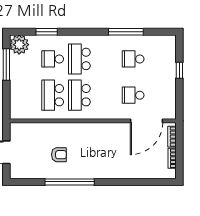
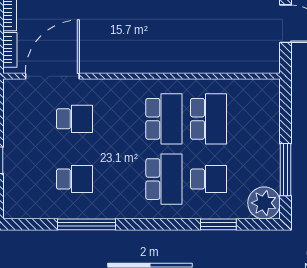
armchair: (59, 155) -> (198, 20), removed

